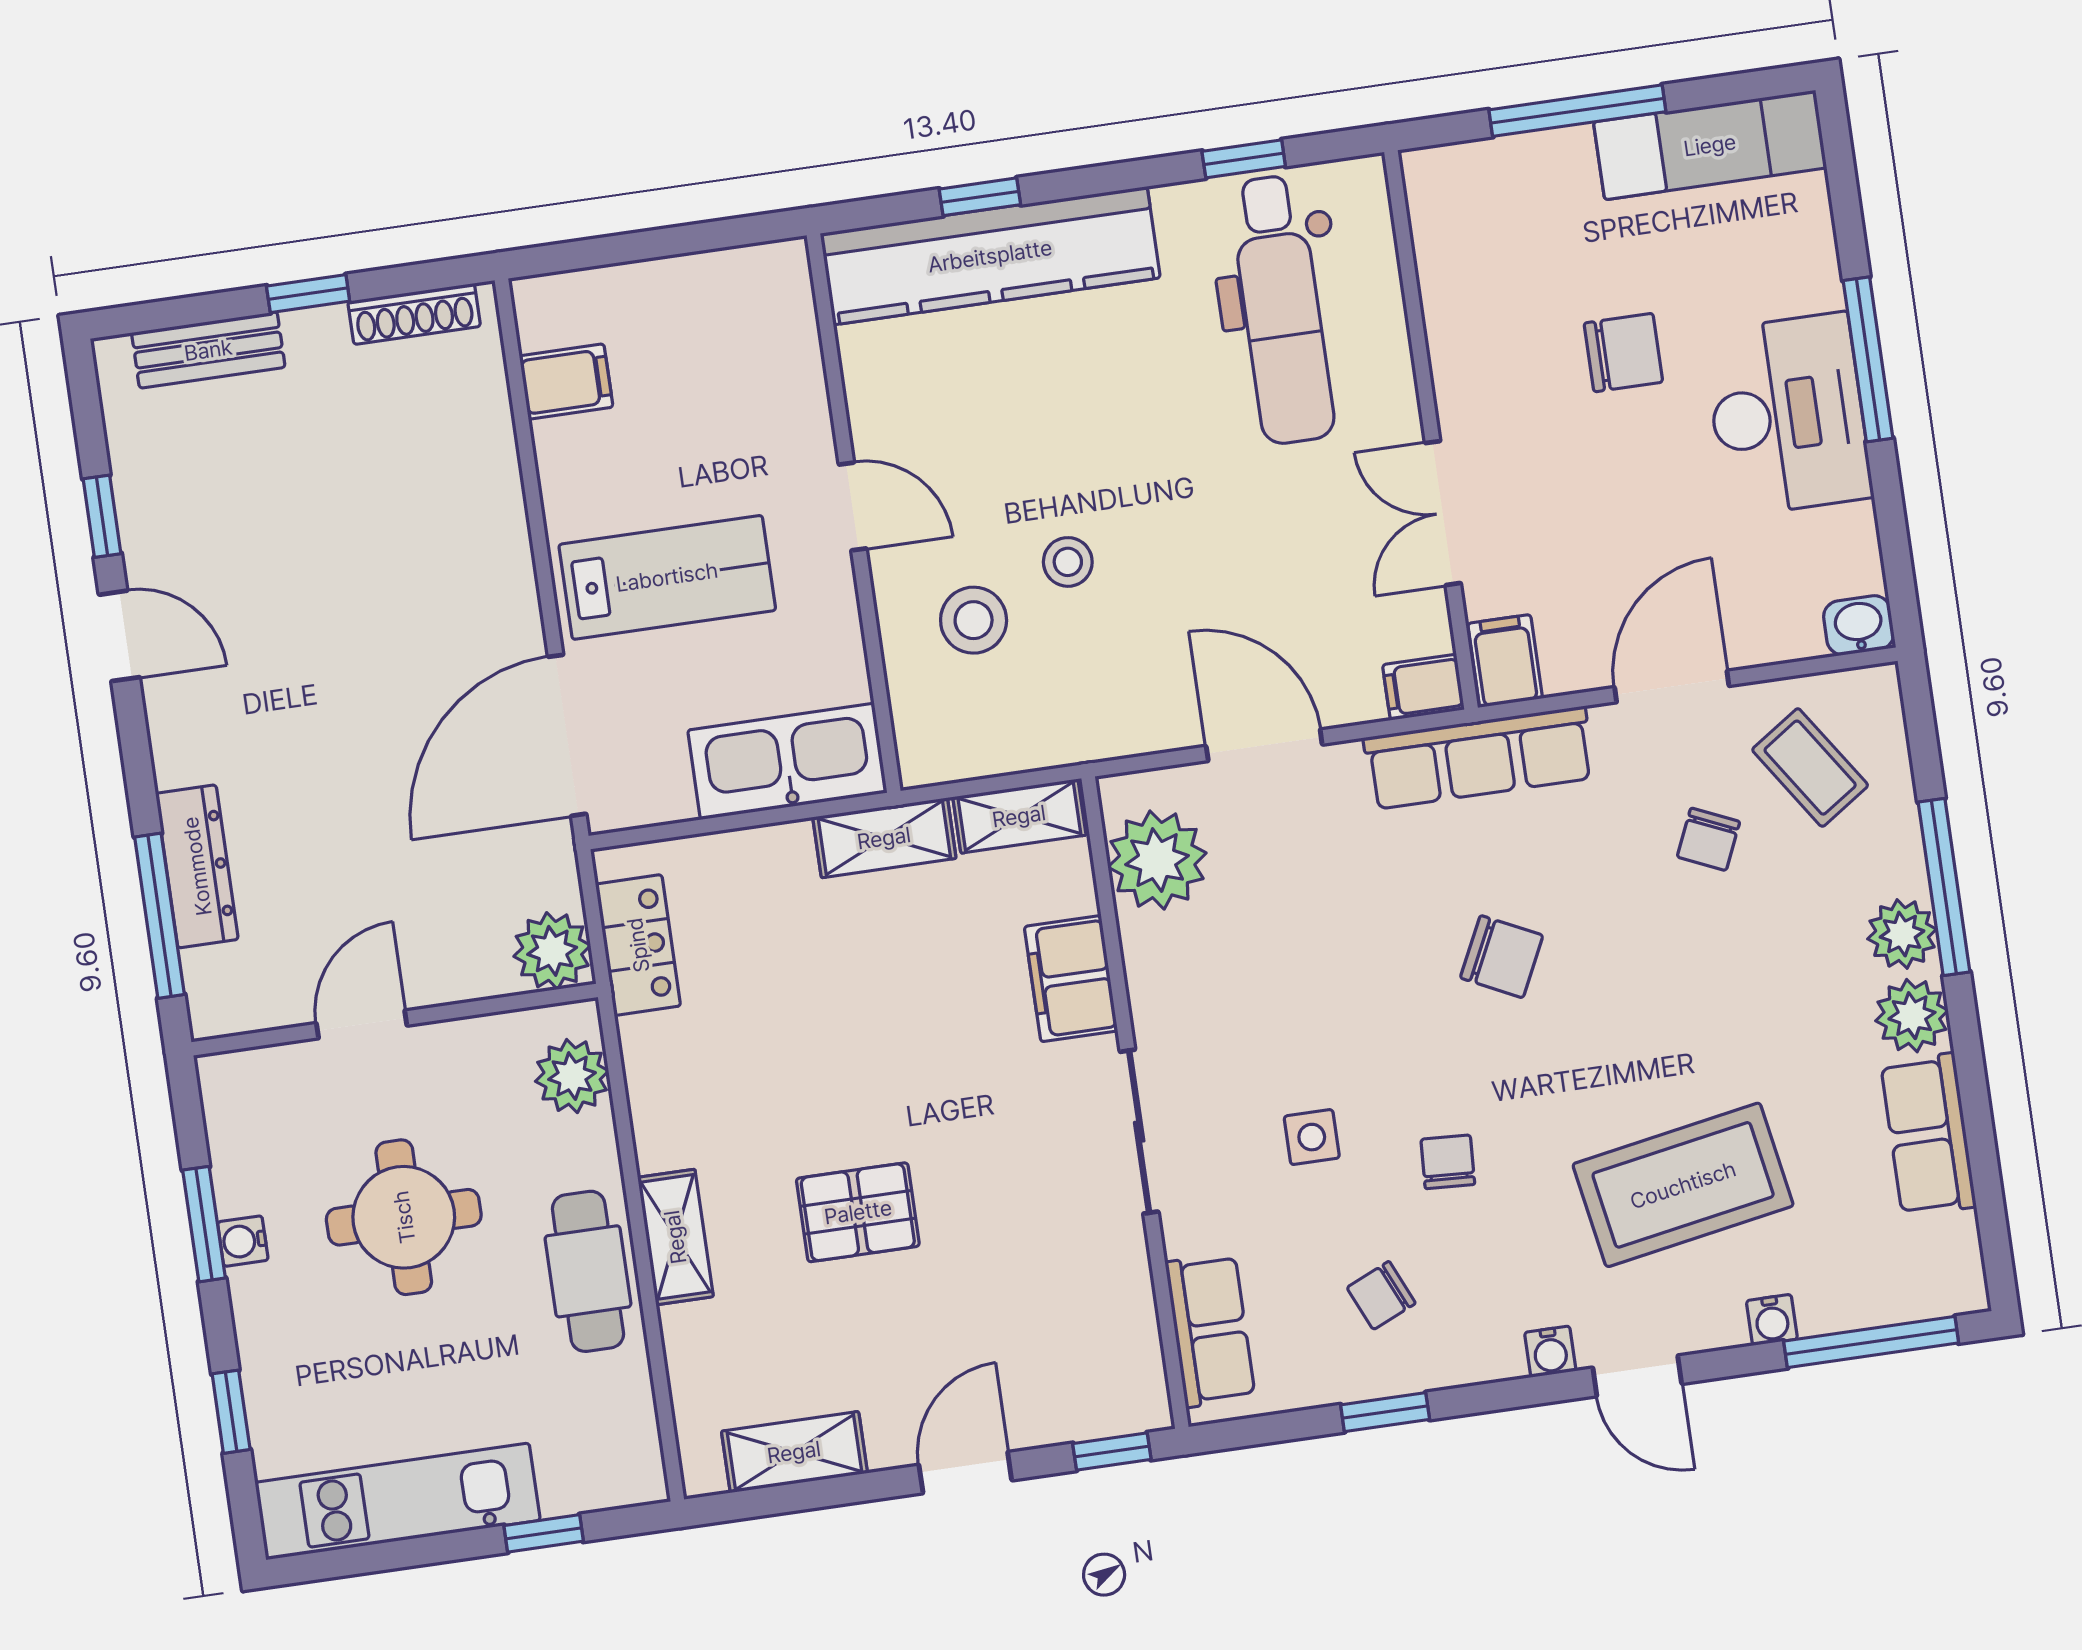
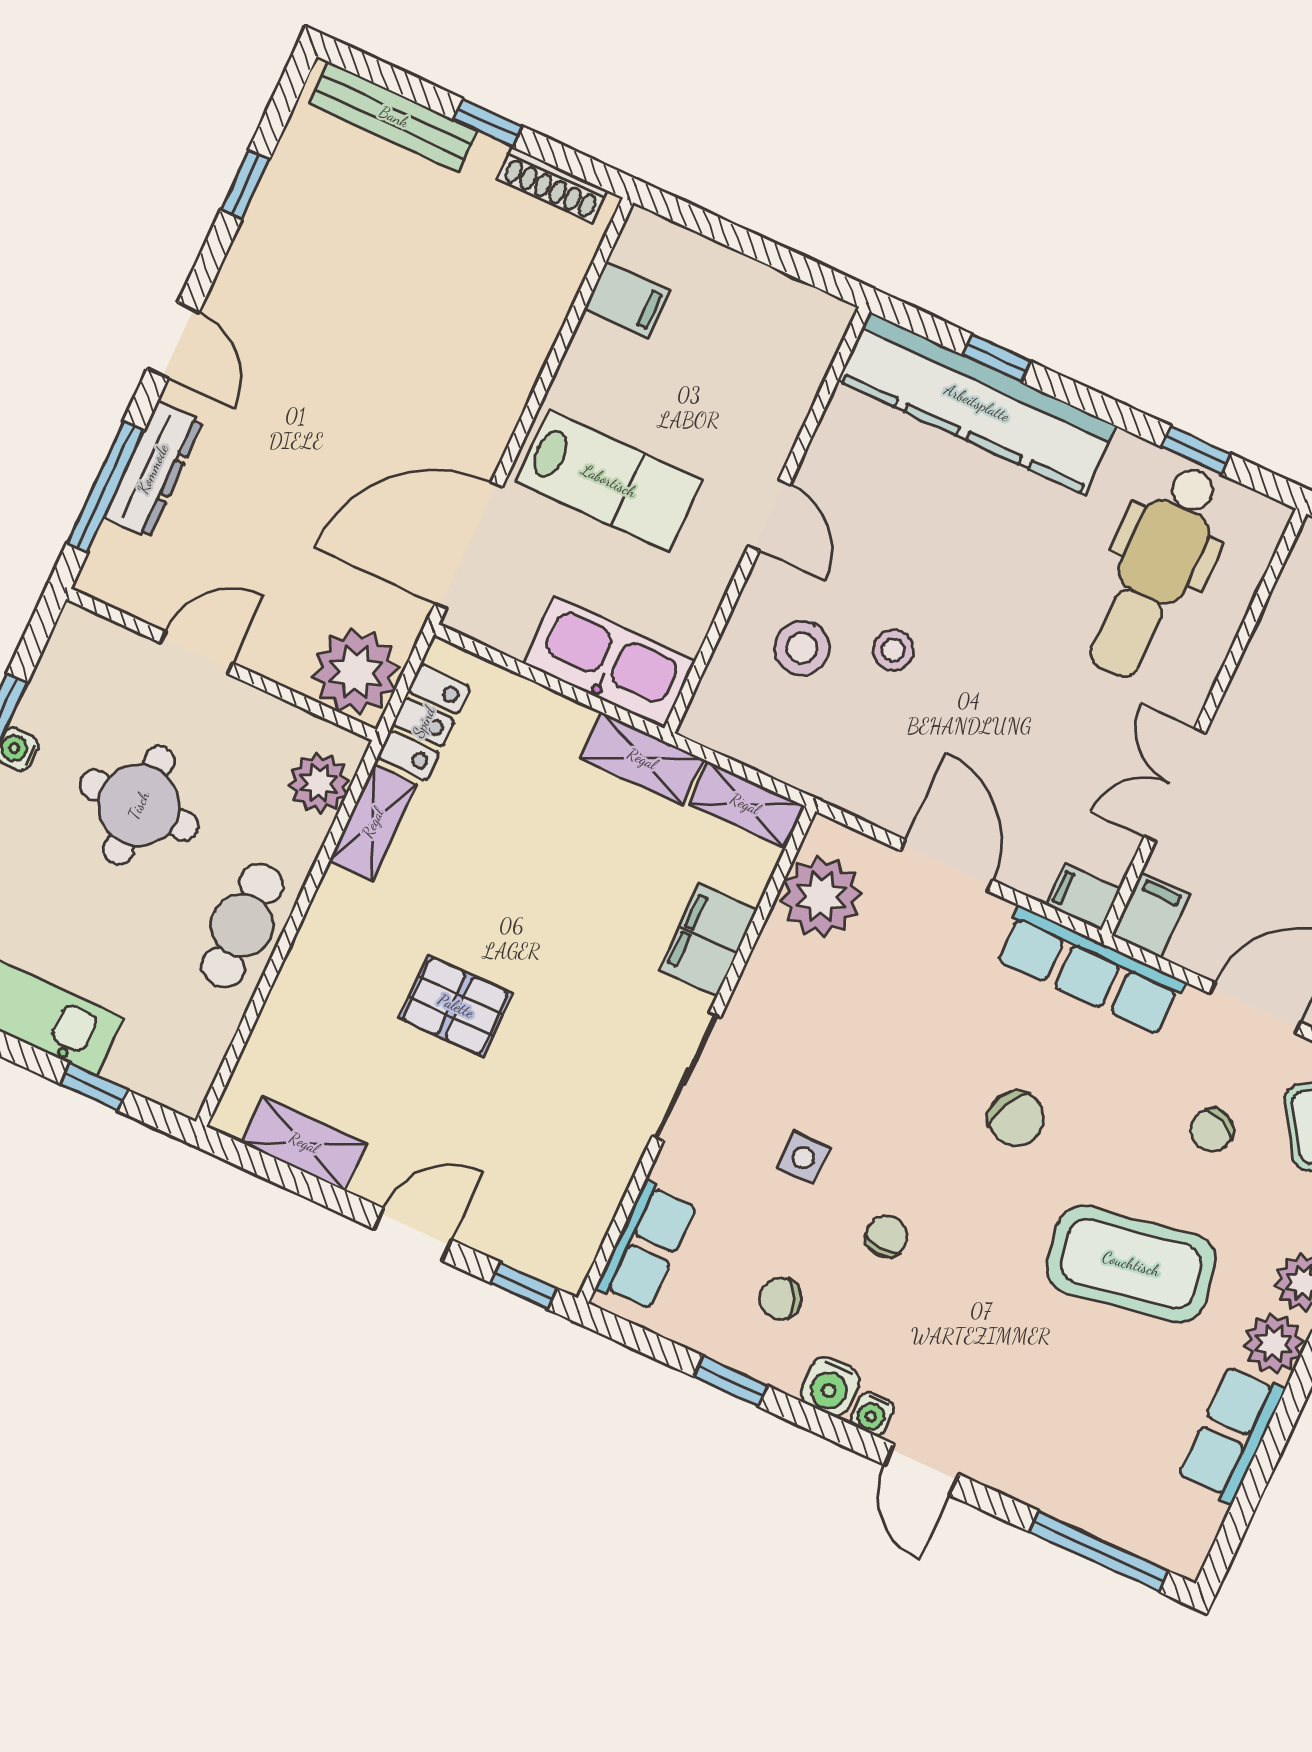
bench: (208, 350) -> (394, 117), width x1.36
door: (119, 636) -> (173, 340), moved
plant: (552, 951) -> (356, 672), width x1.36, depth x1.36
coffee table: (1683, 1185) -> (1131, 1264), moved
shelving: (675, 1237) -> (373, 823), moved
water cooler: (1772, 1320) -> (830, 1387), moved, width x1.38, depth x1.38

